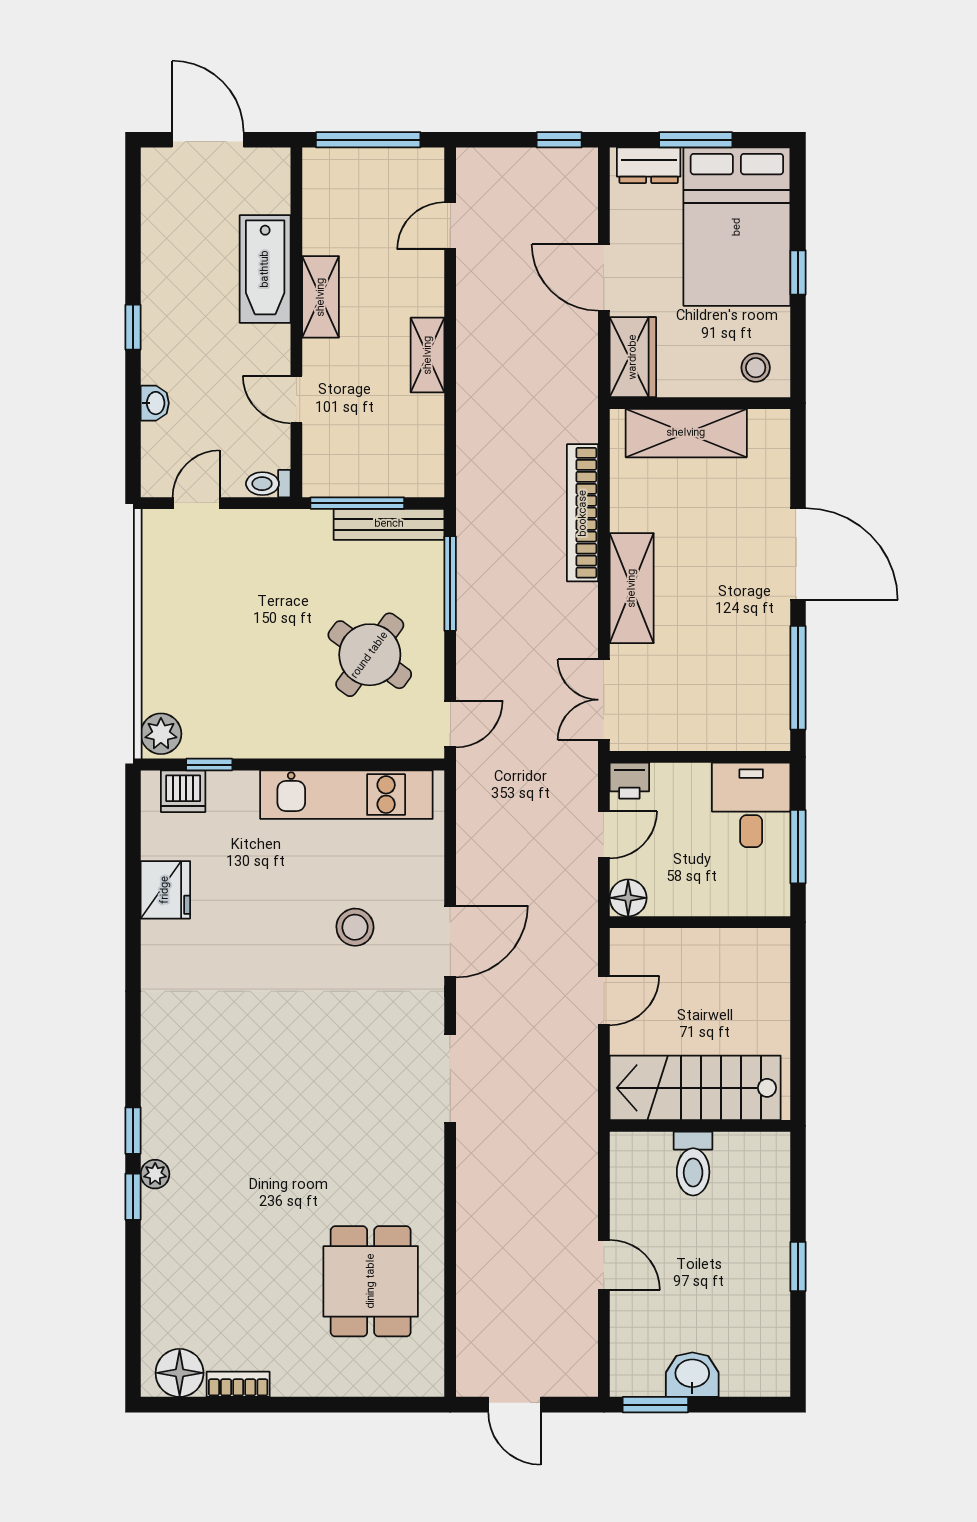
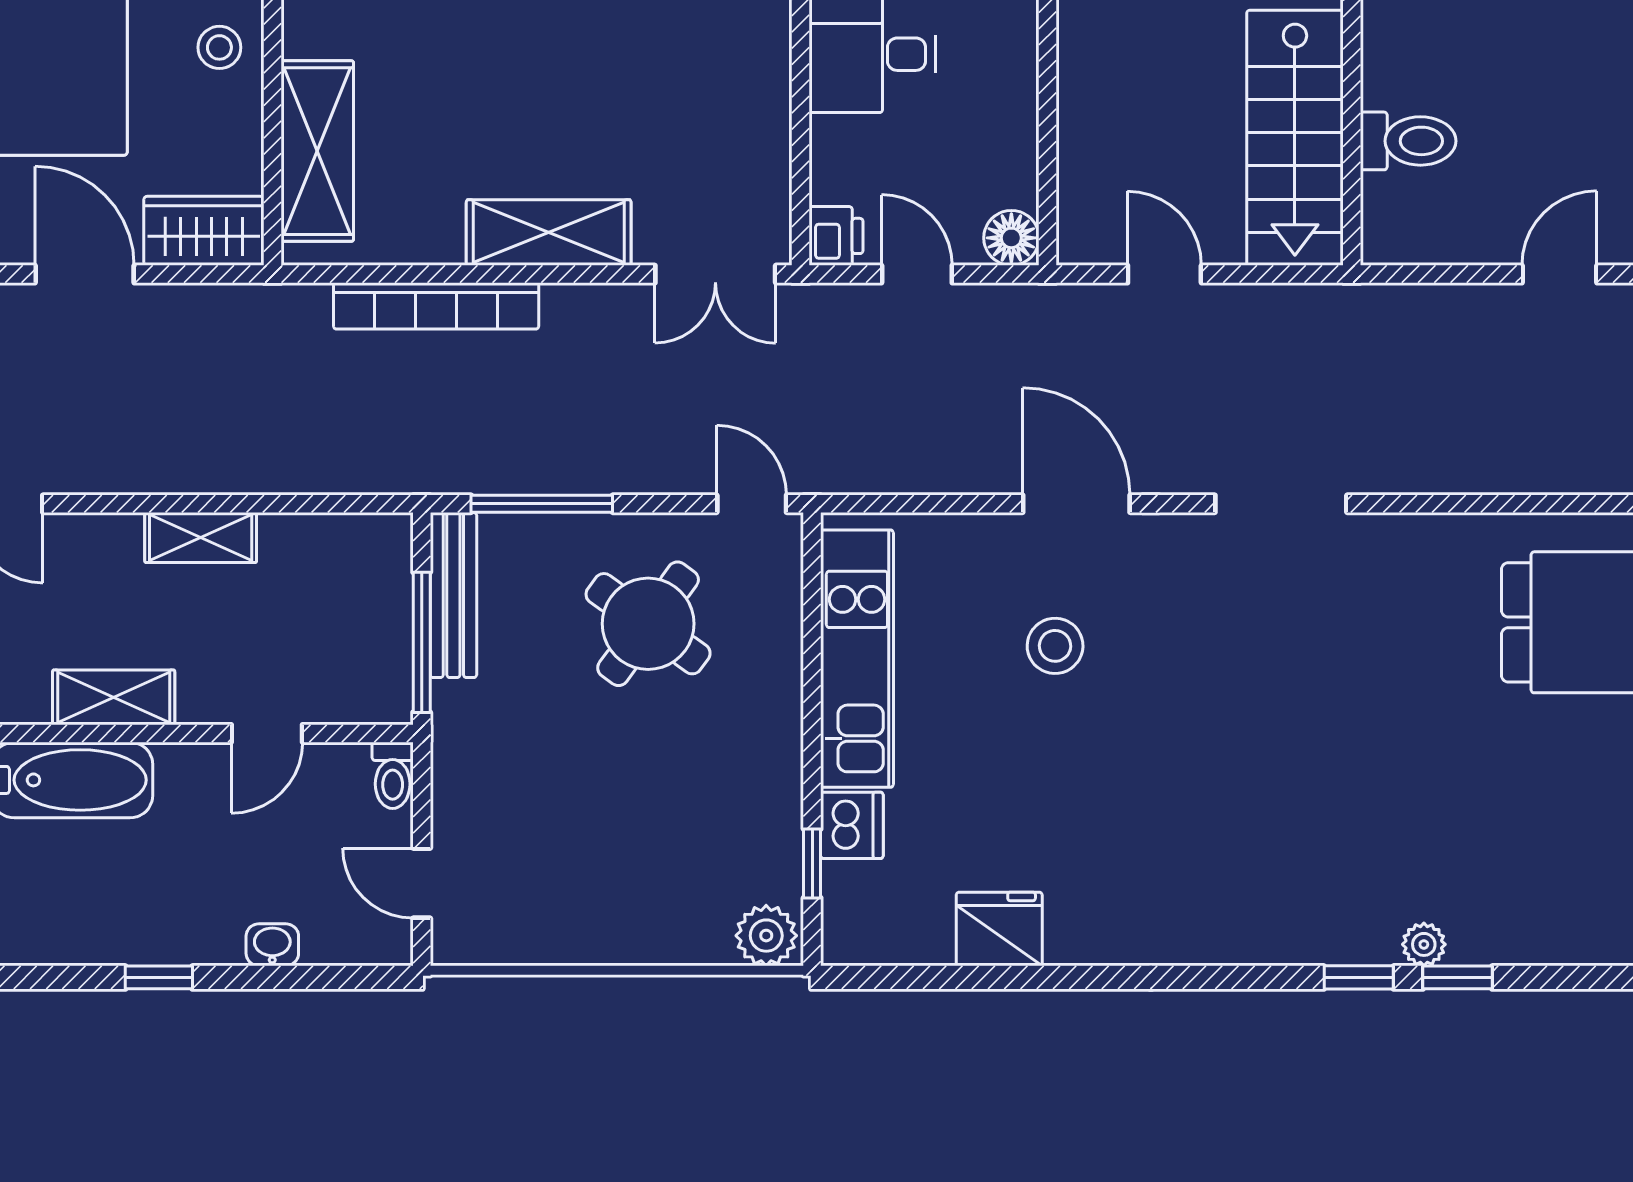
door: (604, 277) -> (85, 274), swing flipped
dishwasher: (183, 791) -> (852, 825), moved

